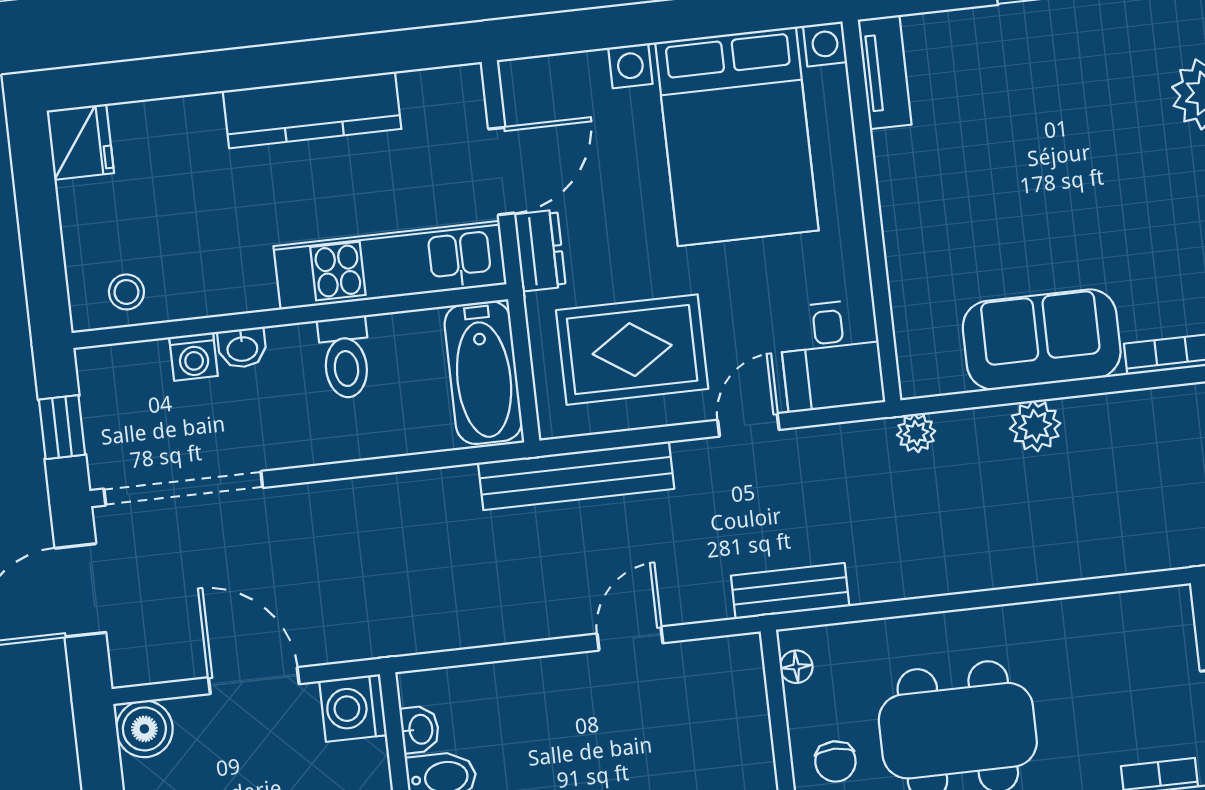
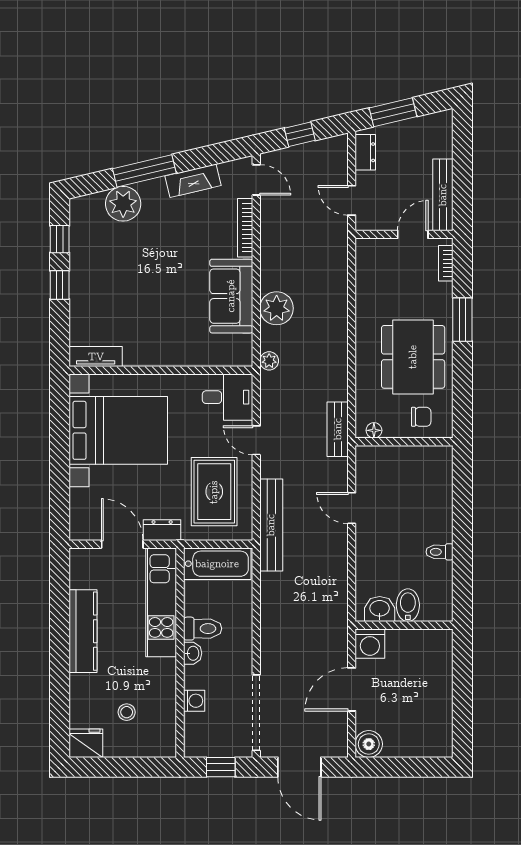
stool: (126, 292) -> (127, 712), moved
washbasin: (242, 348) -> (193, 653), moved
plant: (1035, 426) -> (277, 308), width x1.36, depth x1.36
washbasin: (420, 729) -> (380, 609), width x1.38, depth x1.45

